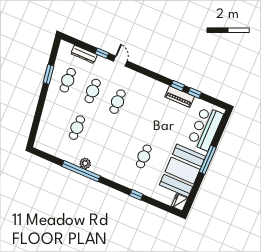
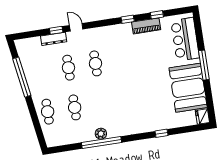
dresser: (84, 54) -> (54, 39), moved
window: (48, 74) -> (22, 77), width x2.11
cafe table: (68, 80) -> (48, 112), moved
window: (178, 86) -> (128, 19), moved
cafe table: (144, 156) -> (147, 96), removed

